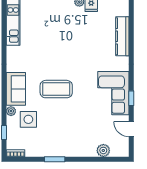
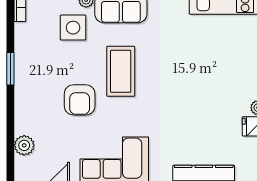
armchair: (74, 115) -> (80, 100), added

